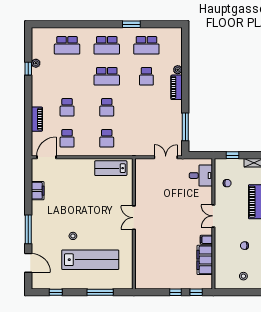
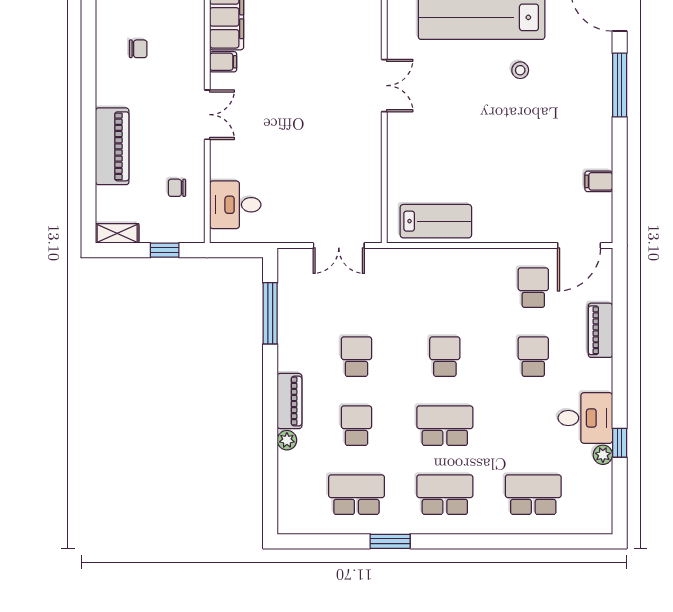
desk: (44, 80) -> (585, 418), added
school desk: (107, 138) -> (356, 357), moved
double door: (166, 157) -> (339, 246), moved
filing cabinet: (38, 191) -> (599, 181), width x0.50
double door: (134, 218) -> (384, 86), moved

